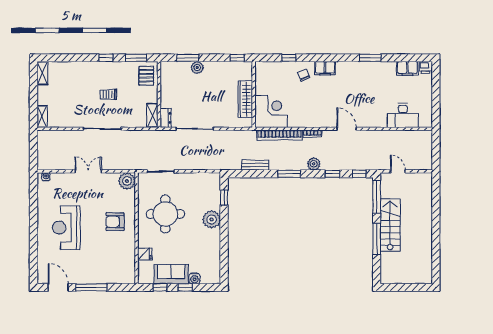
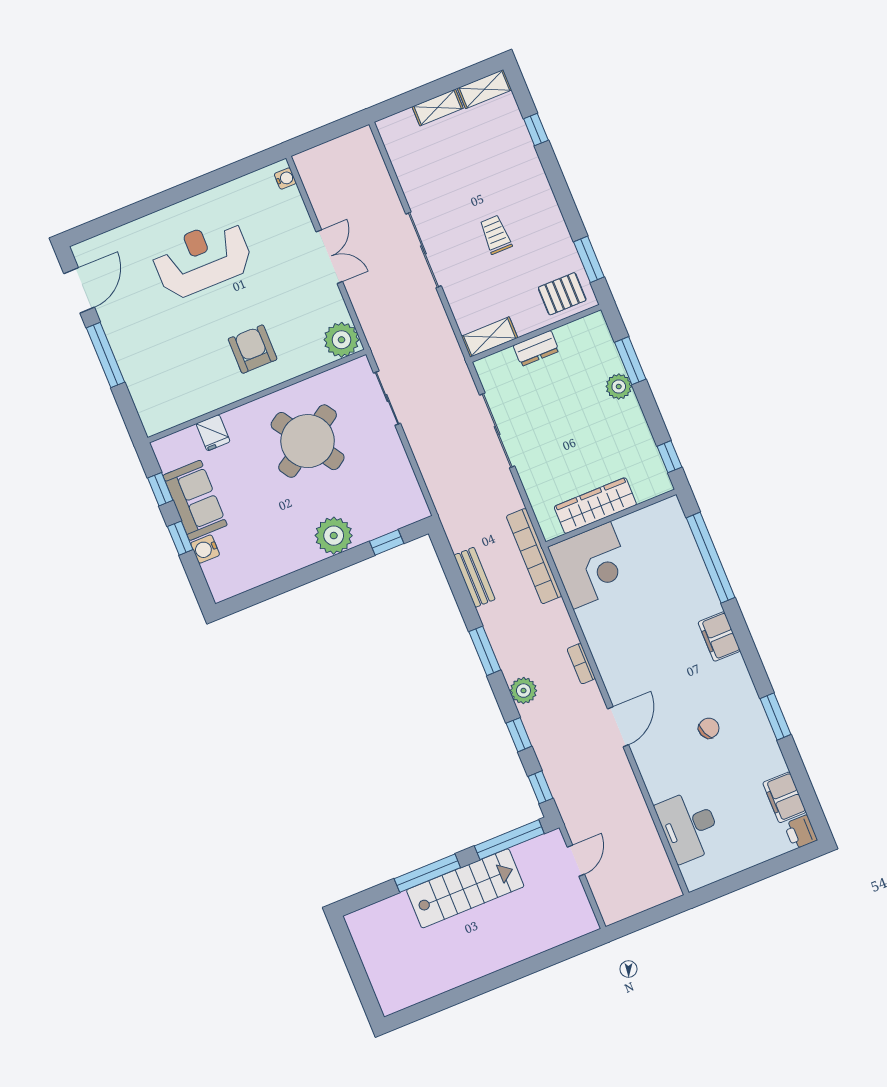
window: (106, 58) -> (536, 129), moved
window: (289, 58) -> (711, 558), width x3.17
chair: (304, 75) -> (709, 728), moved
shelving: (42, 117) -> (438, 107), moved
dresser: (166, 118) -> (536, 348), moved
bookcase: (279, 135) -> (534, 556), moved
round table: (165, 214) -> (308, 441), turned -33

